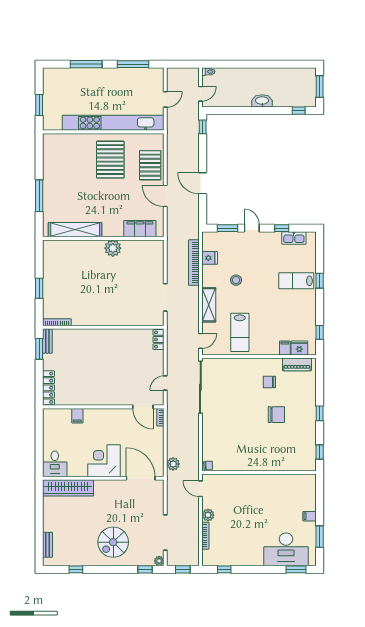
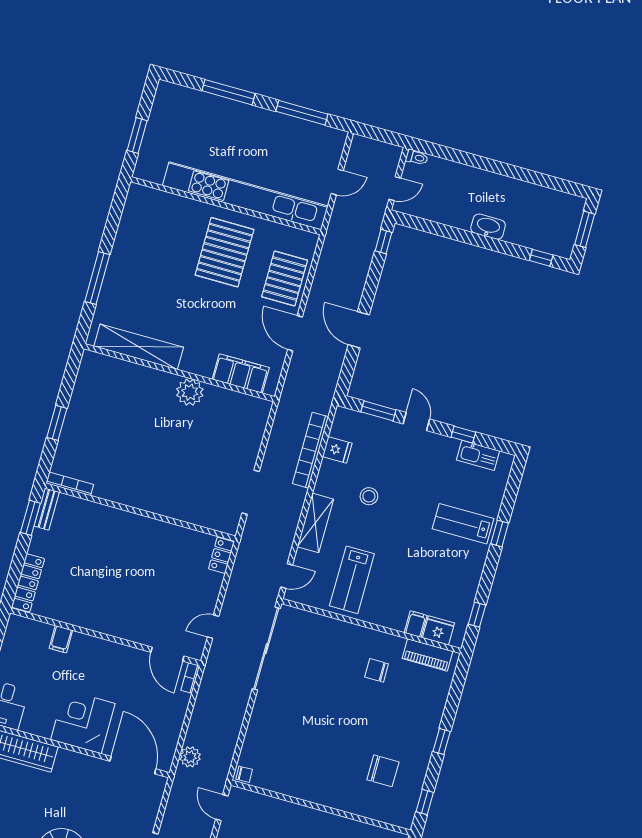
chair: (276, 415) -> (383, 771), moved

